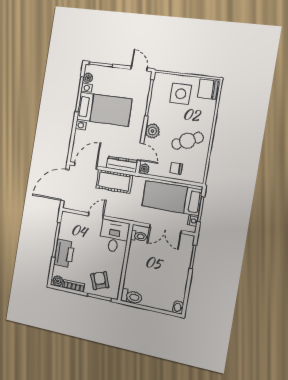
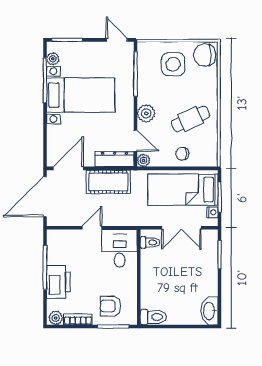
armchair: (100, 281) -> (111, 306), turned -70
washbasin: (178, 308) -> (209, 311), width x1.91, depth x1.45

